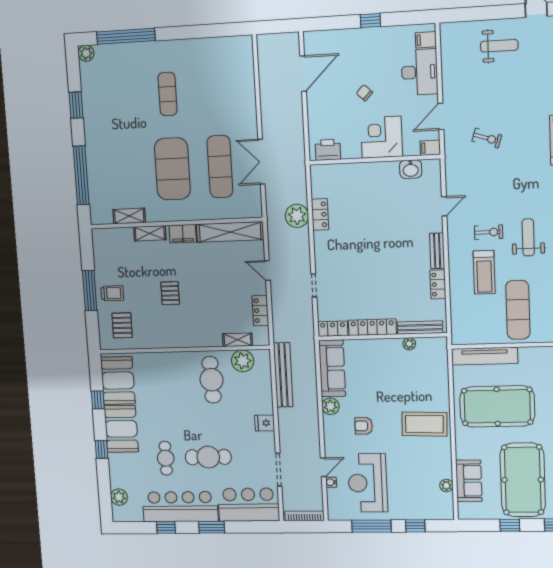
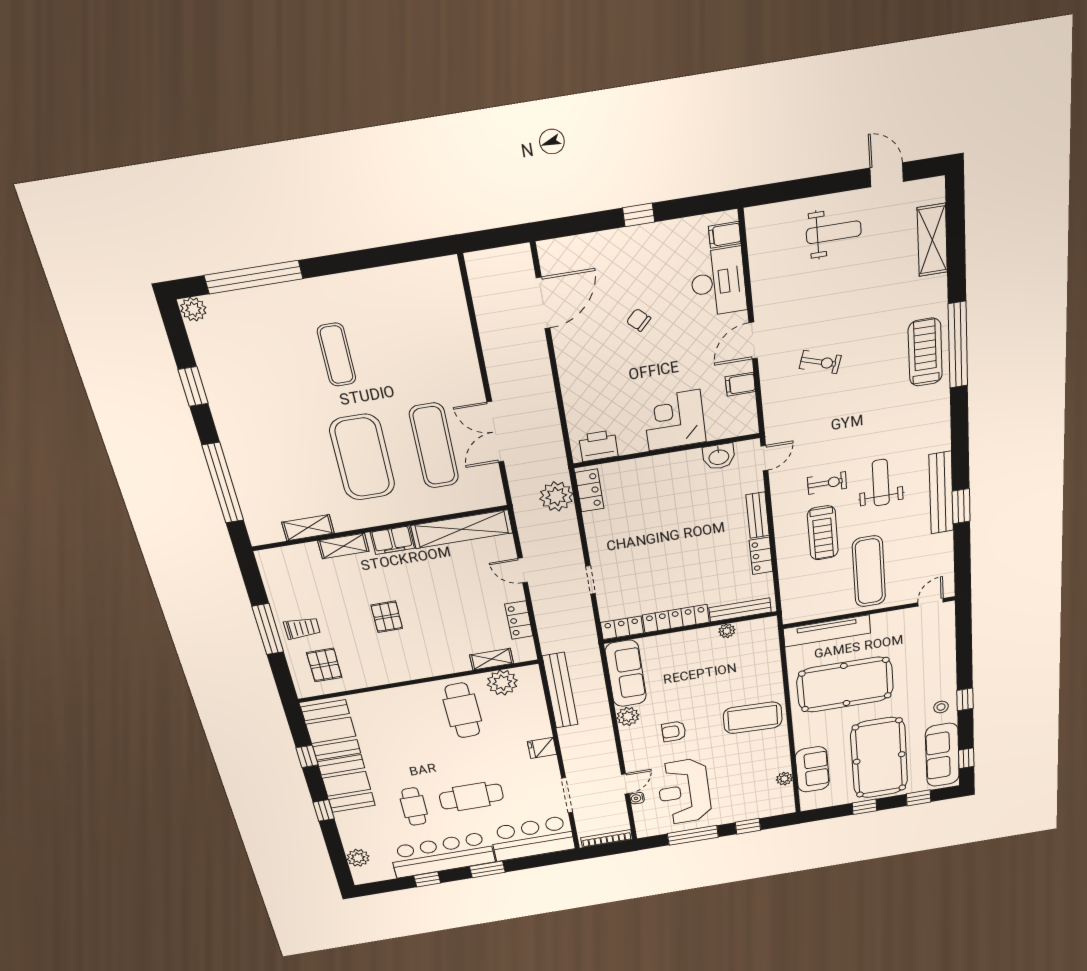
corner desk: (382, 137) -> (674, 420), moved
printer: (328, 150) -> (598, 446), moved
wall: (374, 160) -> (667, 451), moved
washbasin: (411, 169) -> (719, 457), moved

